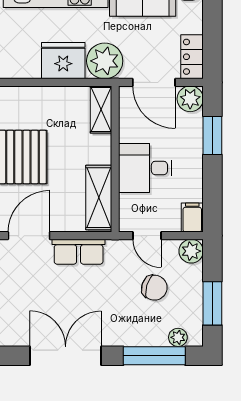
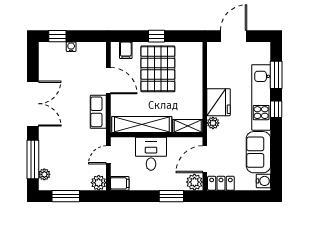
plant: (105, 61) -> (213, 123), width x0.53, depth x0.53
shelving: (99, 198) -> (142, 125), width x1.47
chair: (154, 288) -> (76, 160), removed

